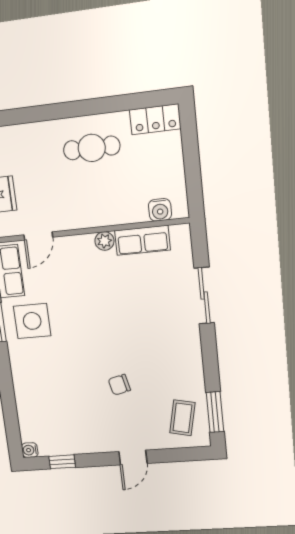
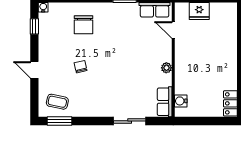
cafe table: (92, 148) -> (219, 67), removed
row of seats: (142, 240) -> (165, 102), moved
side table: (32, 321) -> (124, 20), removed
chair: (49, 385) -> (84, 25), added

